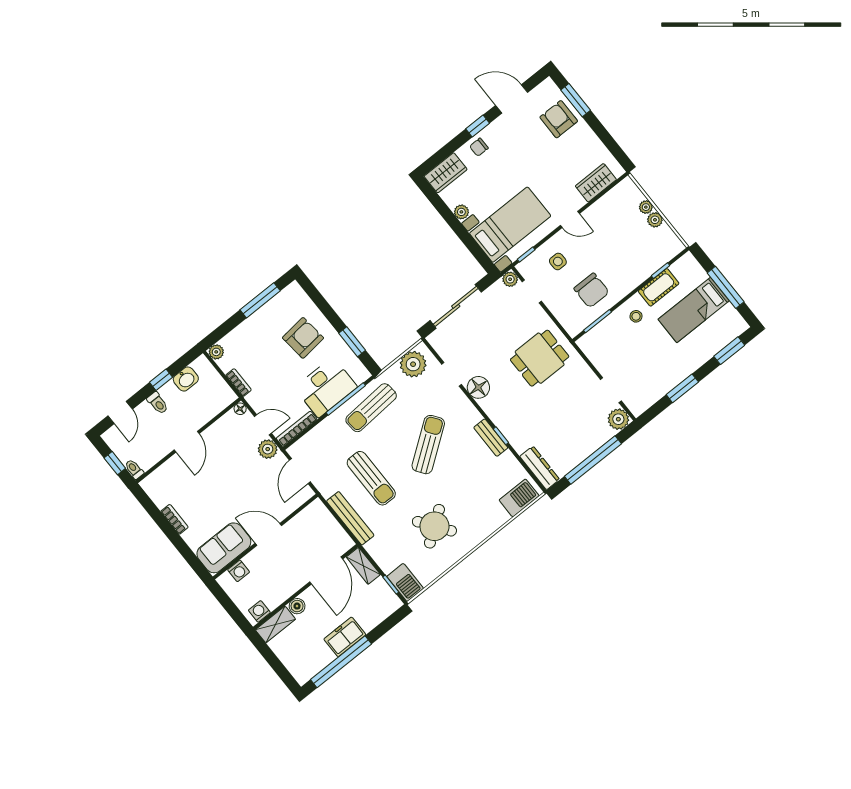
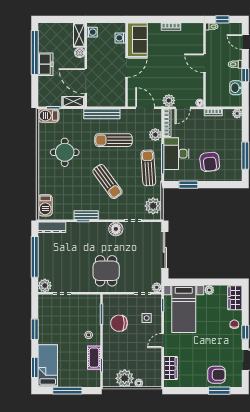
plant: (655, 220) -> (125, 378), width x1.88, depth x1.88
bed: (694, 310) -> (48, 366), moved
plant: (323, 432) -> (155, 135), added
round table: (434, 526) -> (65, 152), turned 36

